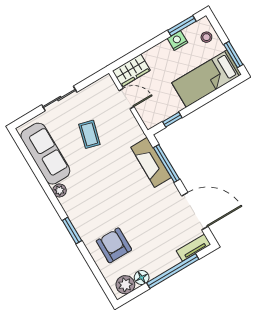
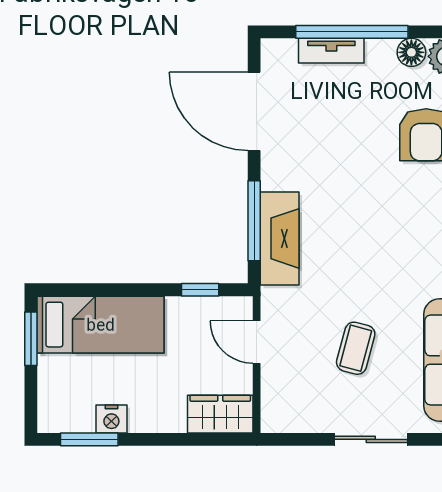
stool: (206, 37) -> (59, 395), removed
door: (127, 99) -> (257, 342), moved
tv unit: (194, 248) -> (331, 51), moved

